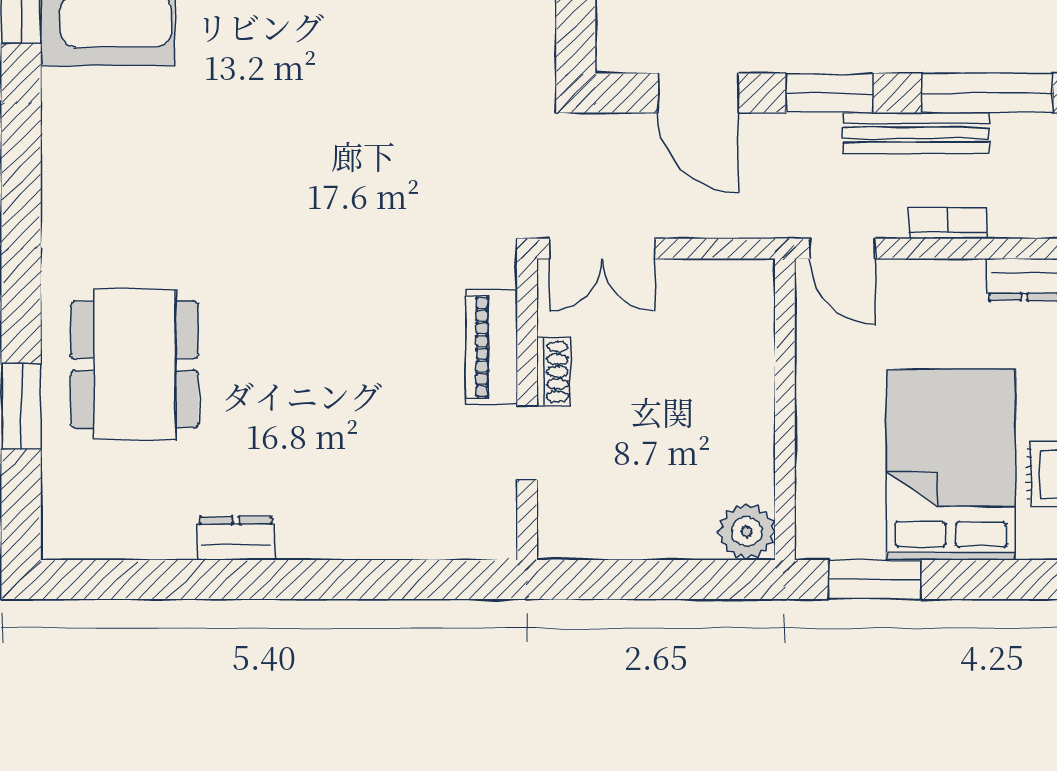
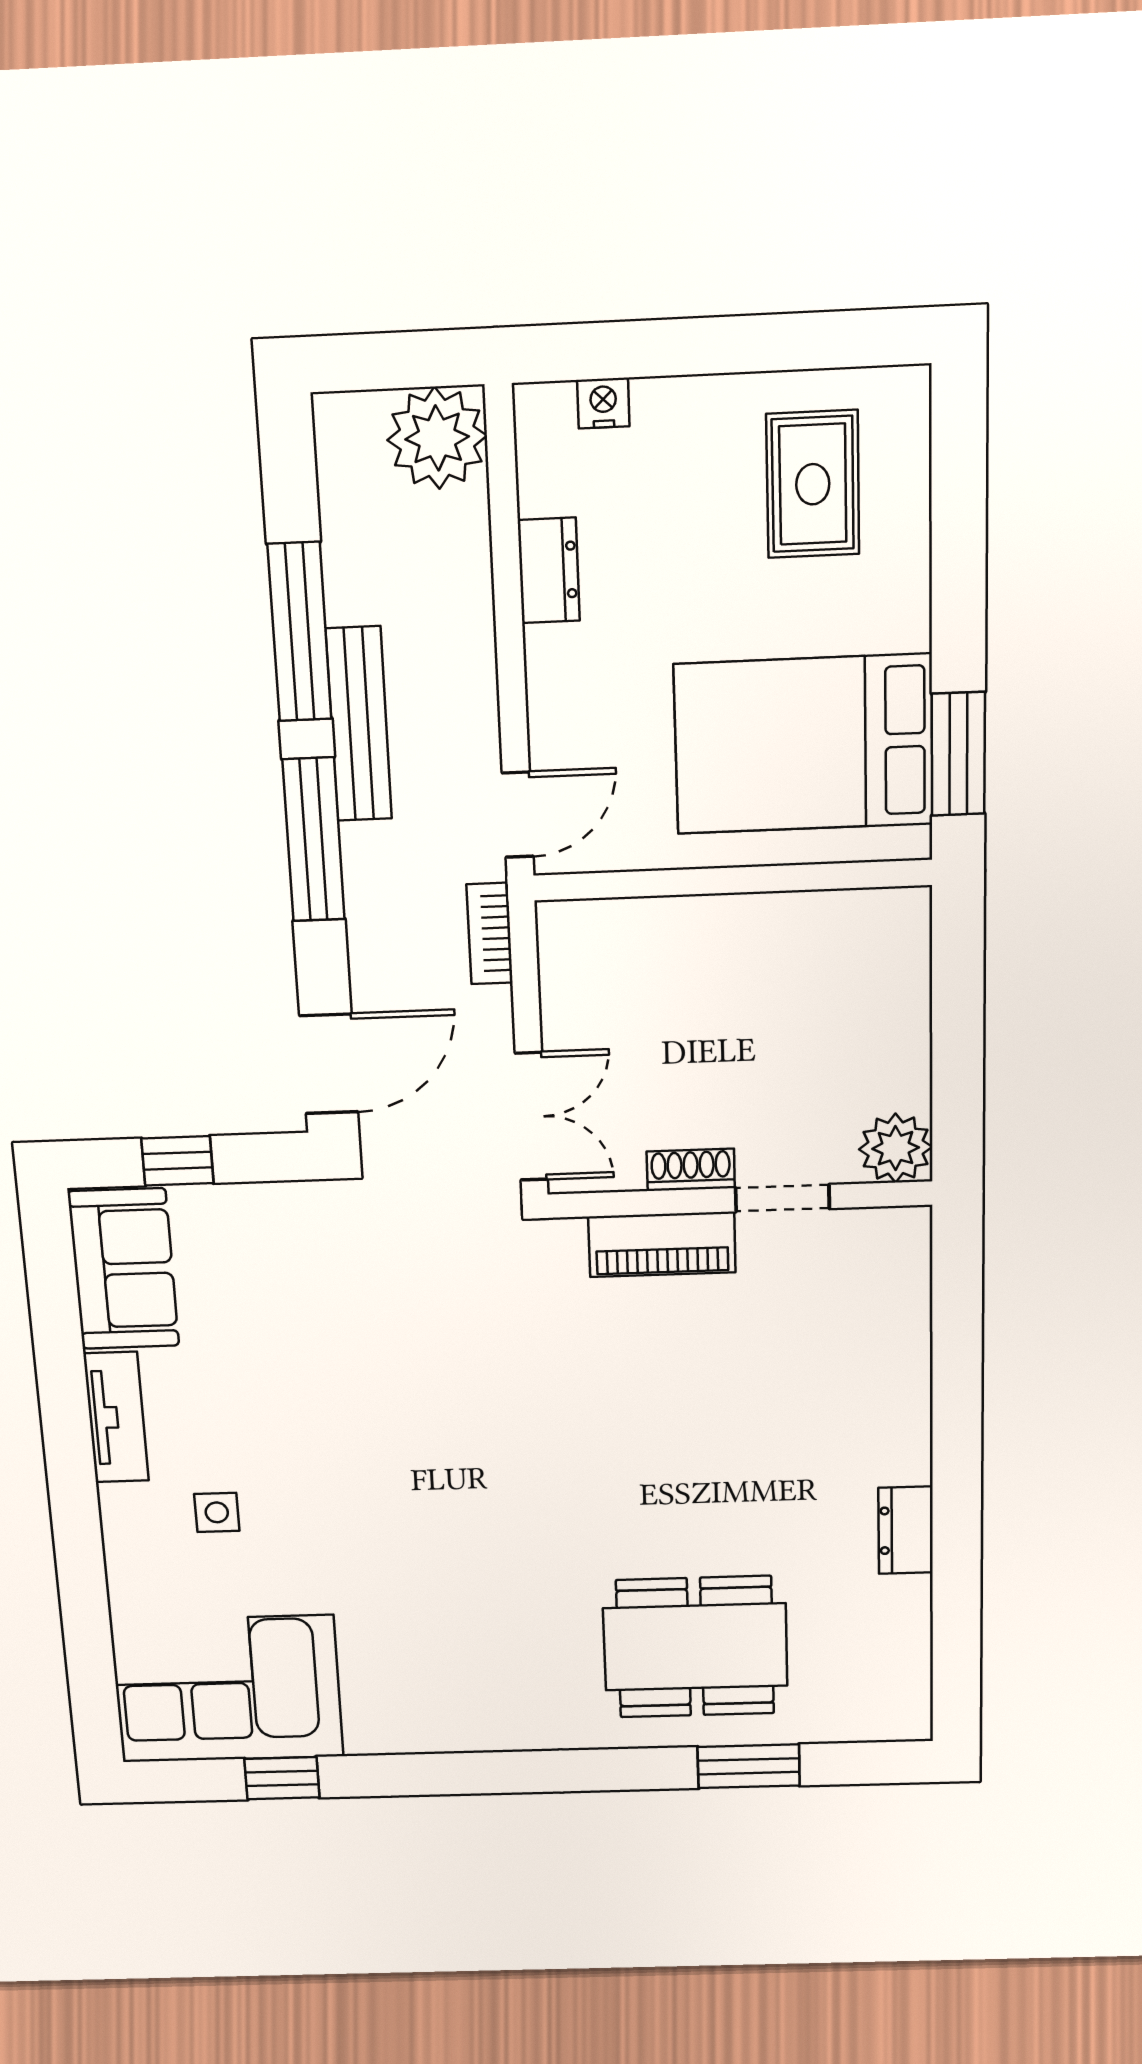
door: (698, 93) -> (329, 1064), moved
window: (829, 93) -> (314, 840), width x1.44
bookcase: (947, 223) -> (490, 934), moved
bed: (951, 465) -> (804, 744), moved
plant: (747, 531) -> (896, 1148), moved

